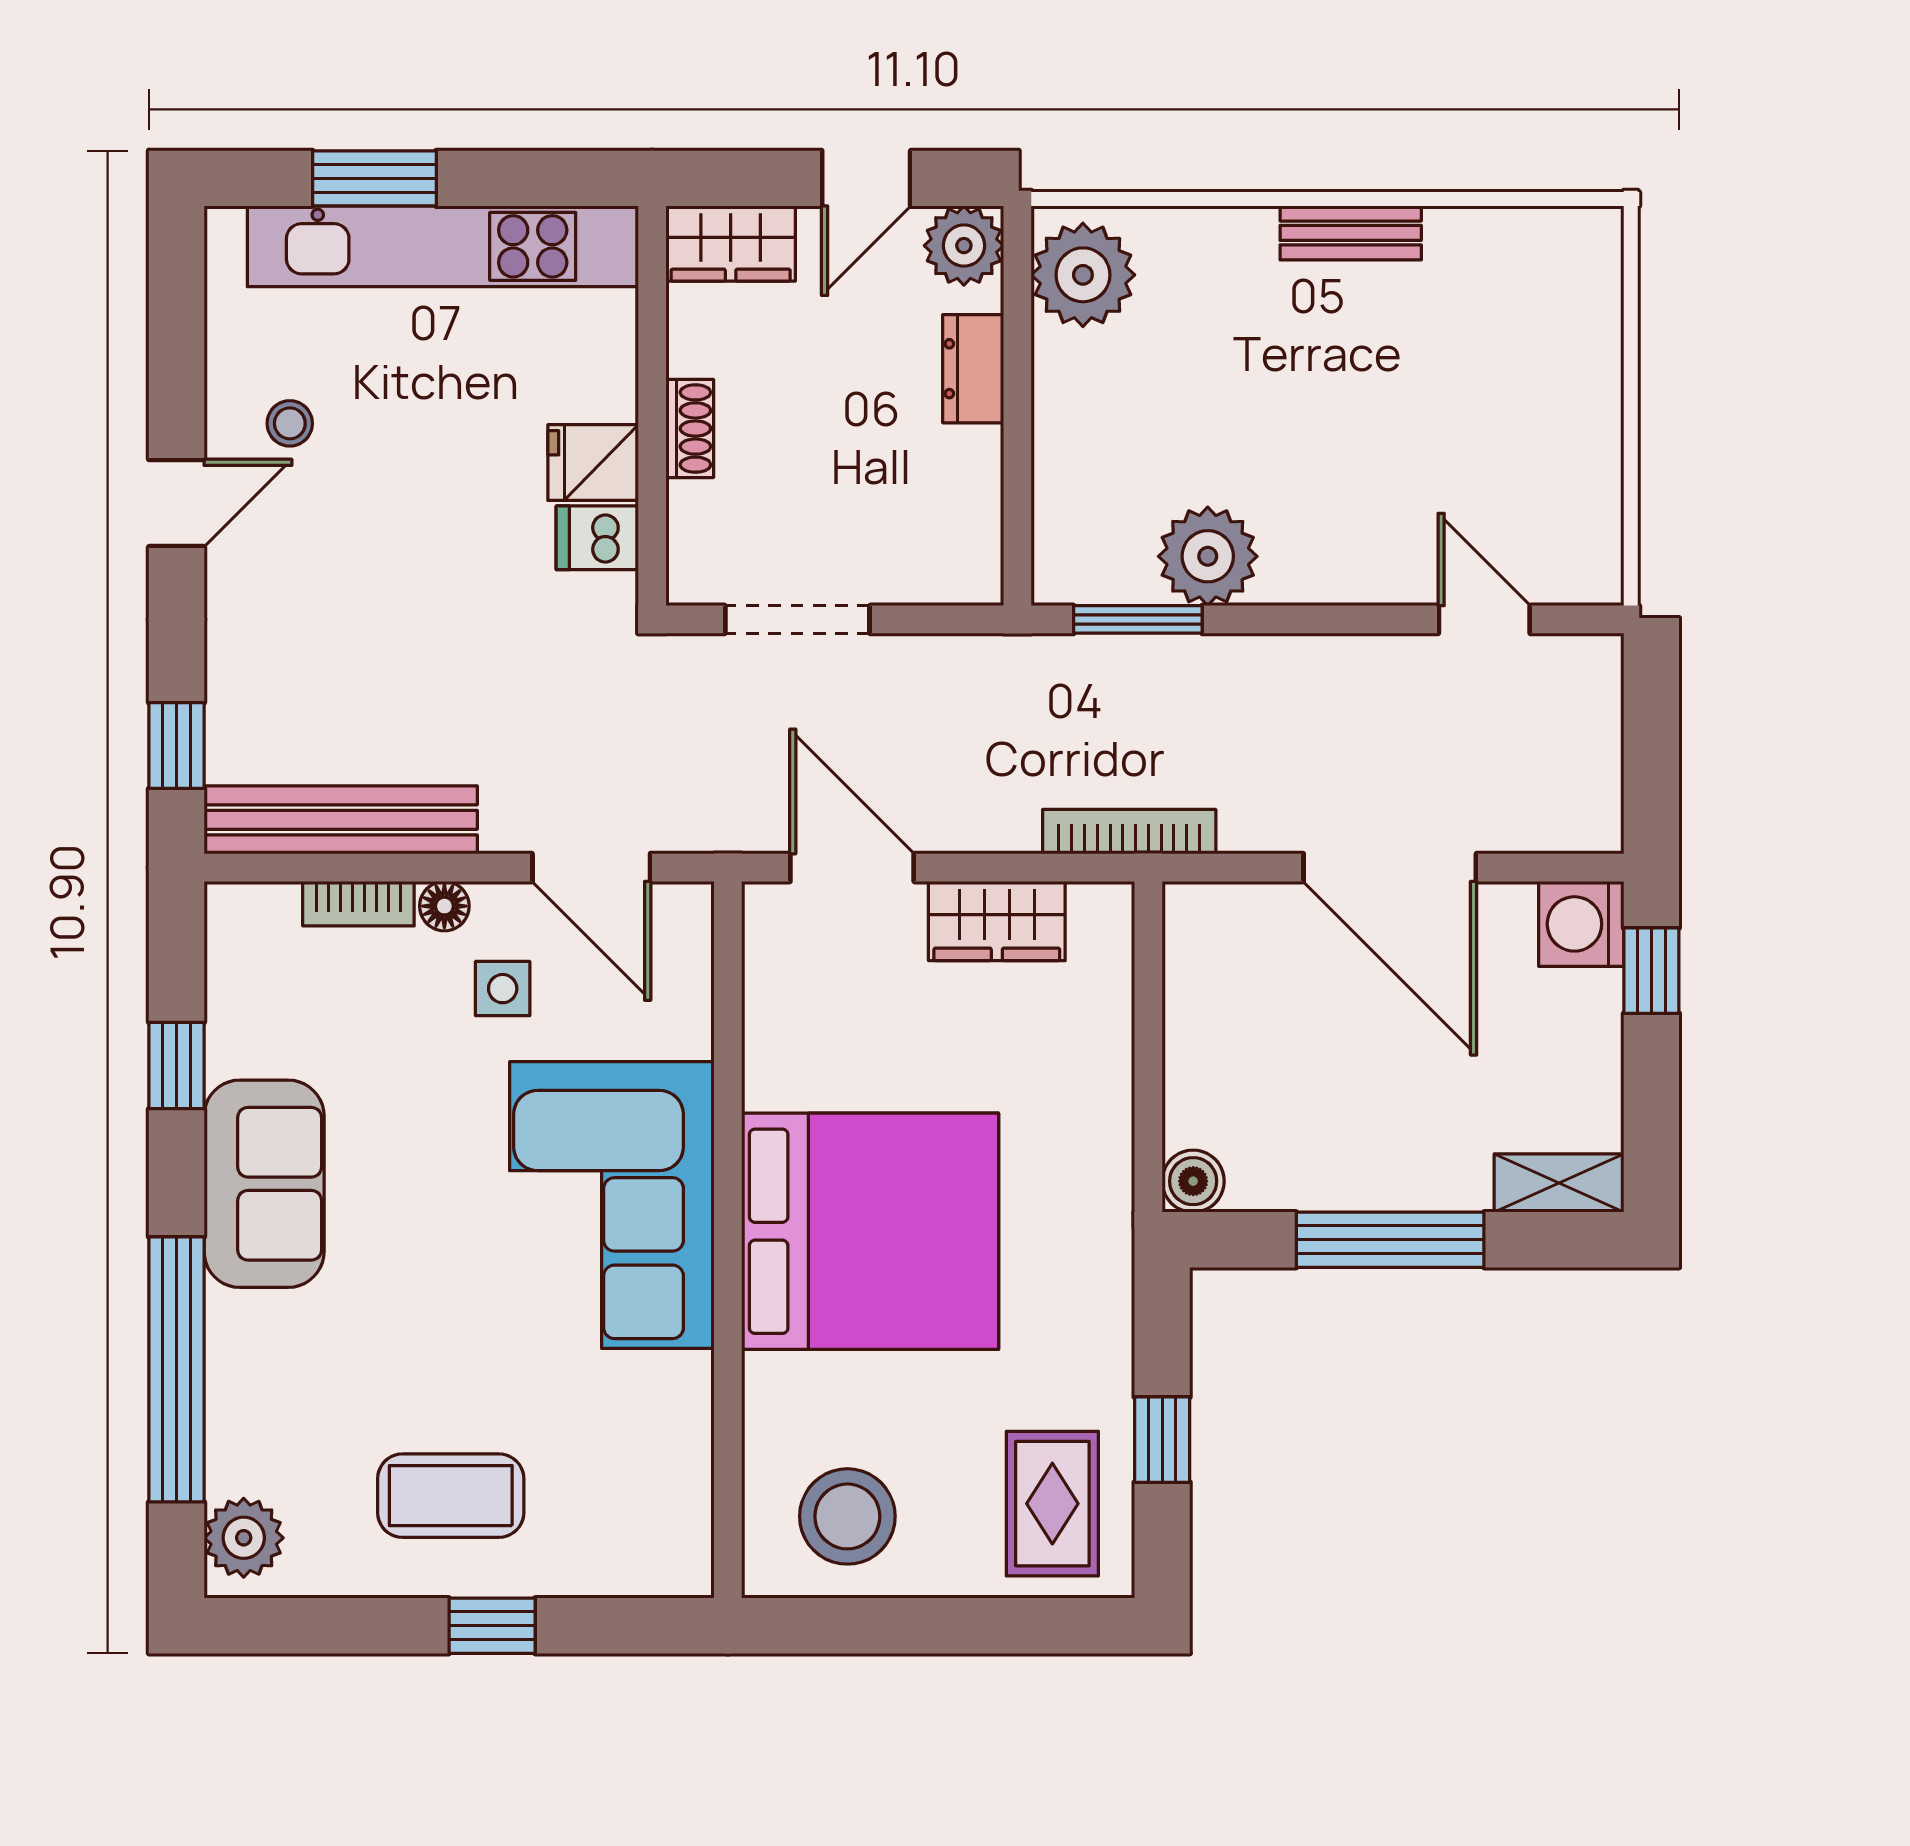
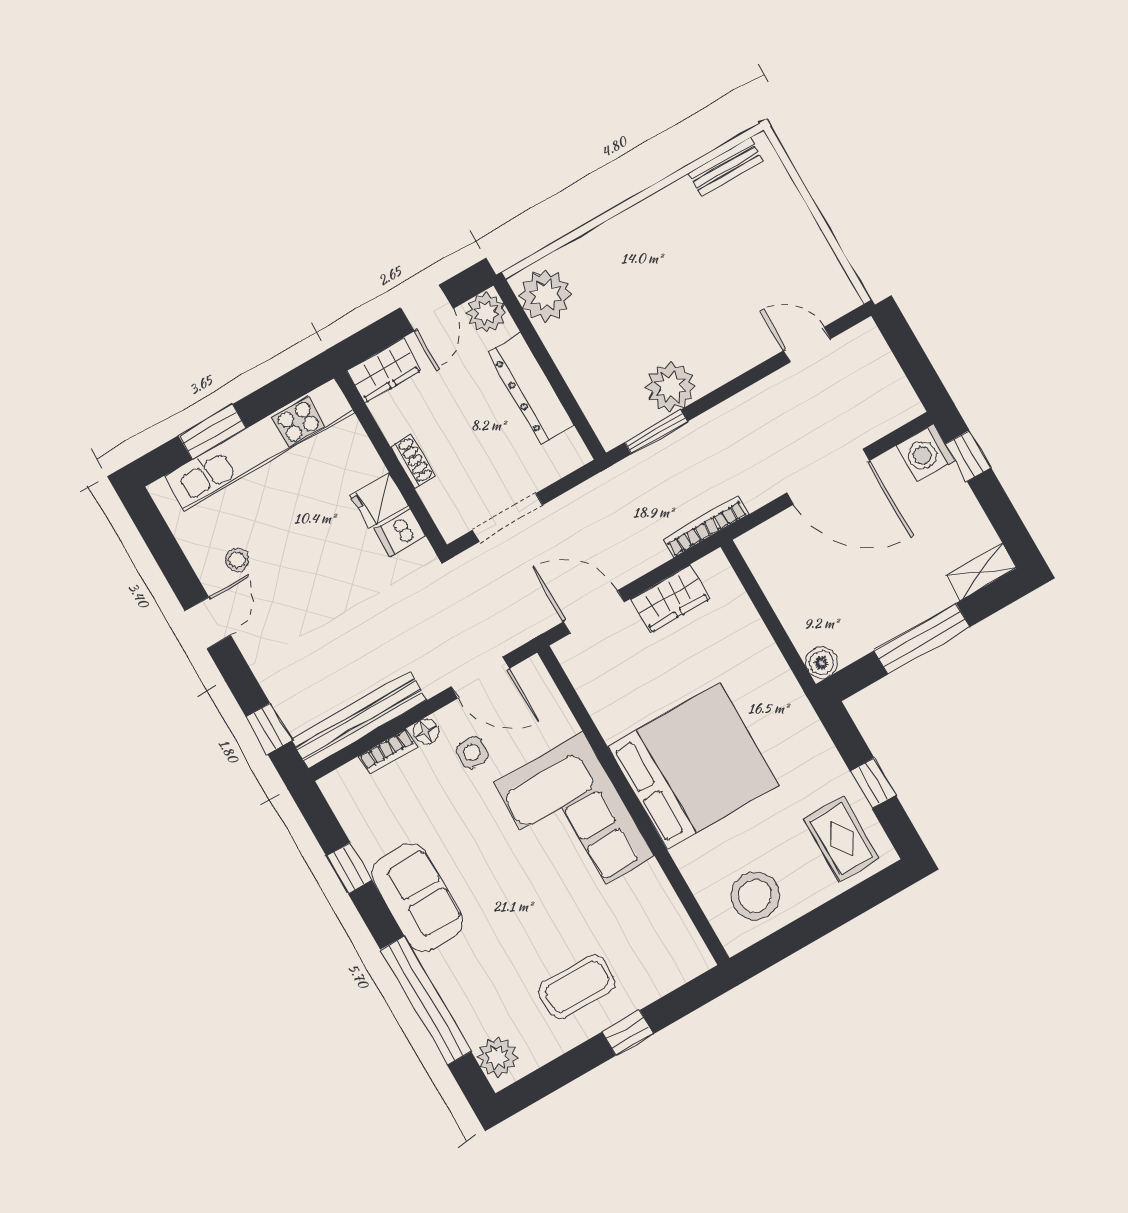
bench: (1351, 233) -> (726, 167), moved
dresser: (973, 369) -> (531, 389), width x1.96, depth x1.24

